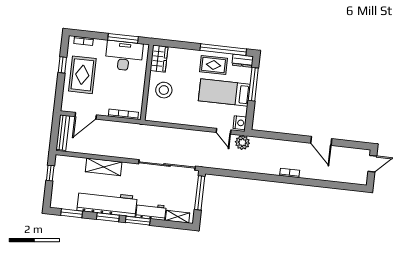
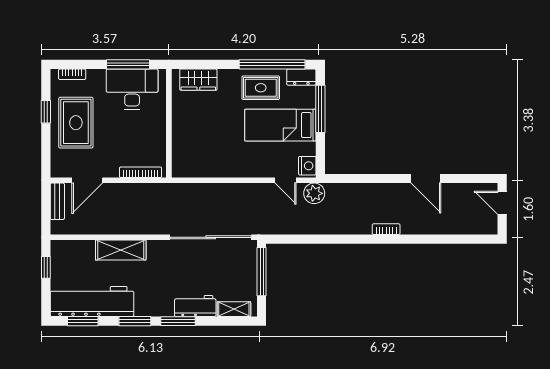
wardrobe: (159, 59) -> (198, 80), moved, turned 90
stool: (164, 90) -> (194, 131), removed
bench: (63, 133) -> (57, 201), width x0.73
door: (372, 164) -> (502, 203), swing flipped
workbench: (107, 203) -> (92, 301), moved

